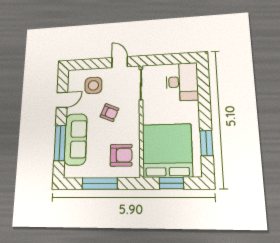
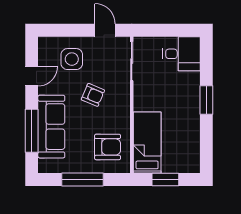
desk: (182, 82) -> (181, 54), width x0.73
window: (206, 143) -> (206, 100), moved
bed: (167, 151) -> (147, 143), width x0.49

